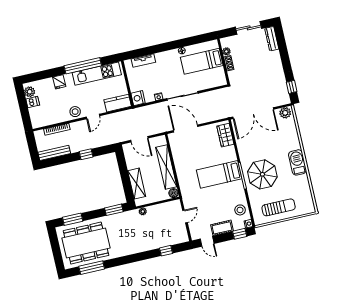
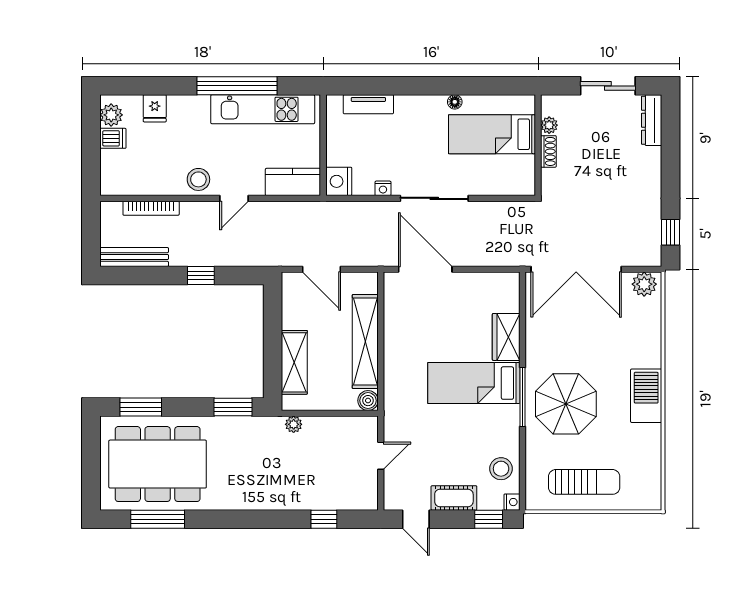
fridge: (59, 82) -> (155, 108), moved
wardrobe: (225, 135) -> (506, 337), moved

